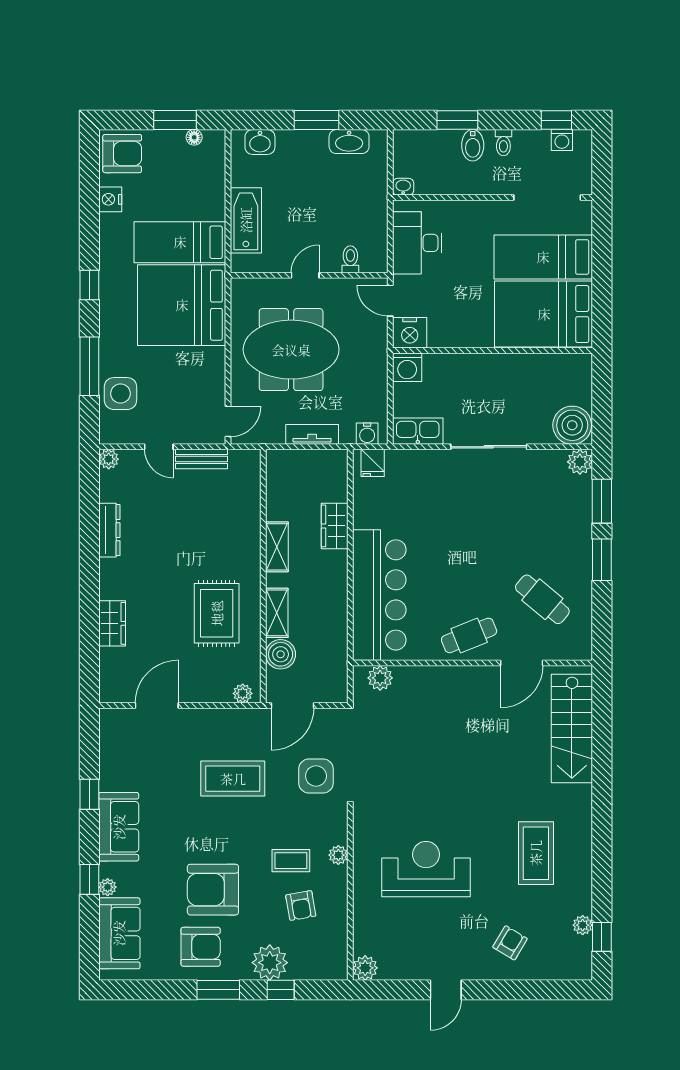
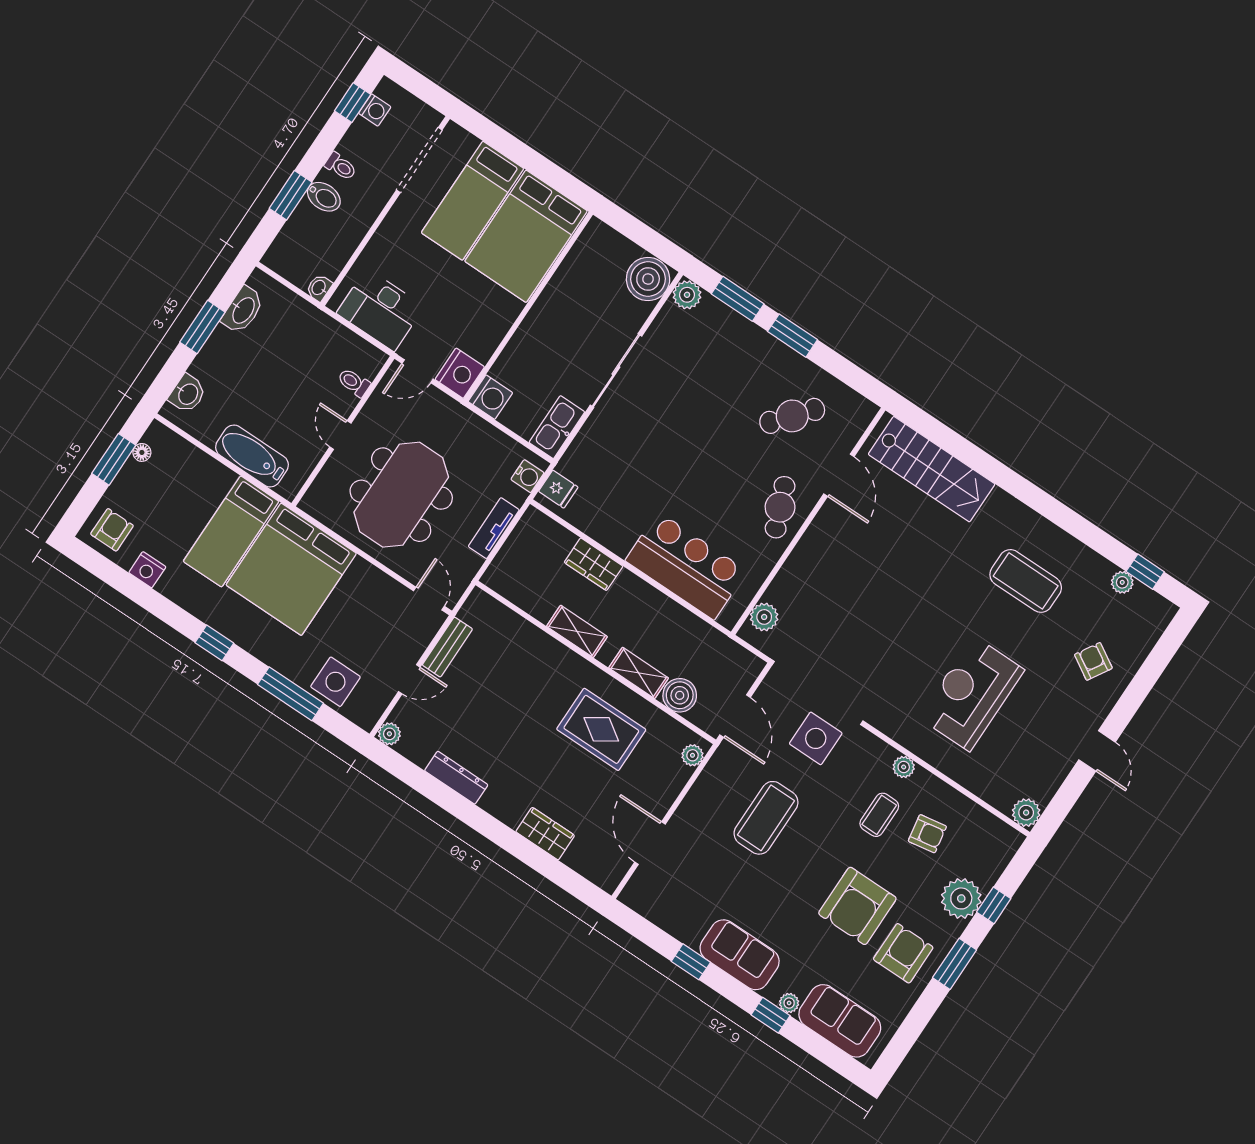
armchair: (122, 154) -> (112, 530), width x0.72, depth x0.72
bar counter: (379, 595) -> (686, 566), width x0.73

